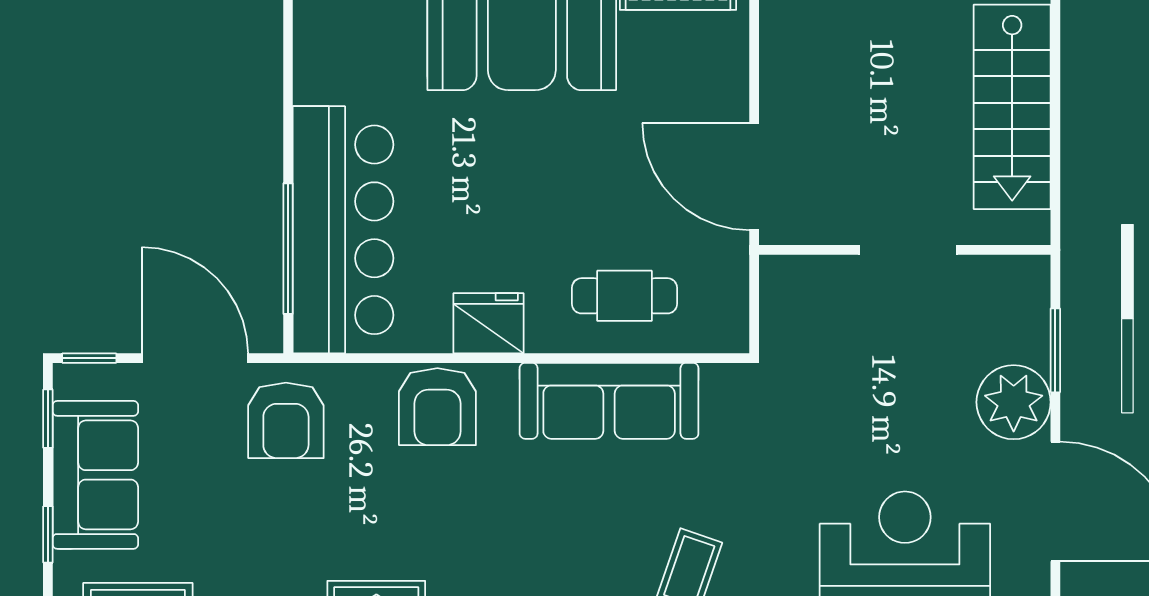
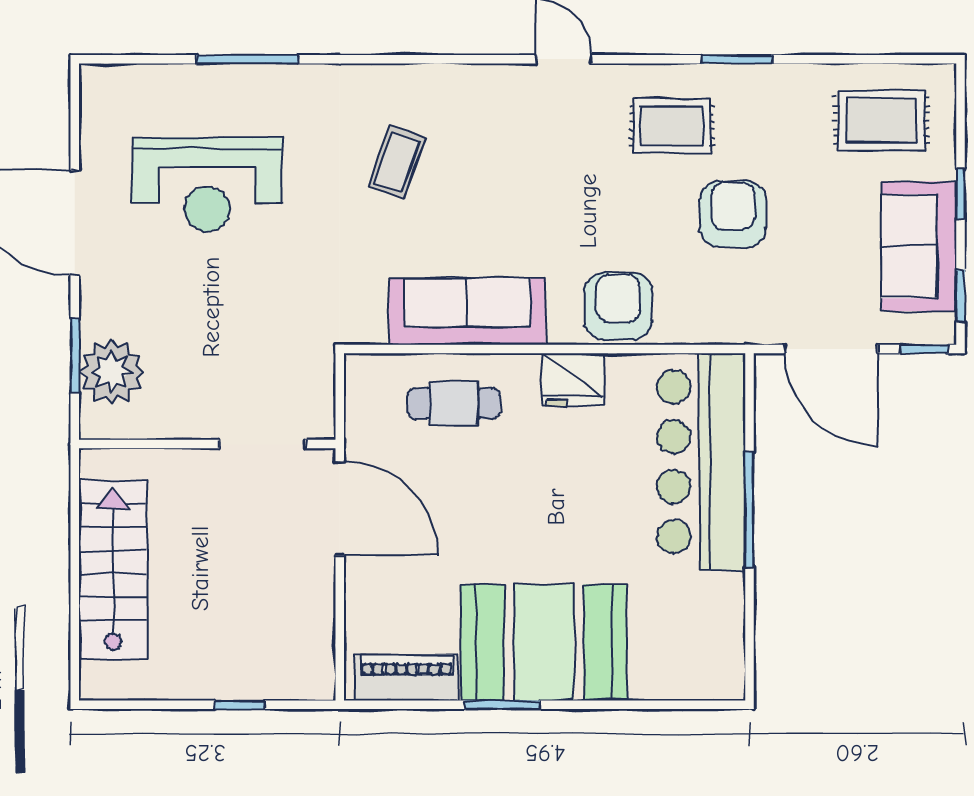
window: (288, 249) -> (749, 510), moved
doorway: (908, 250) -> (262, 444), moved
plant: (1014, 402) -> (112, 372), moved
armchair: (286, 420) -> (733, 214), moved

